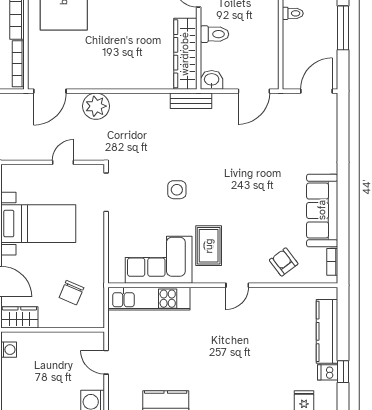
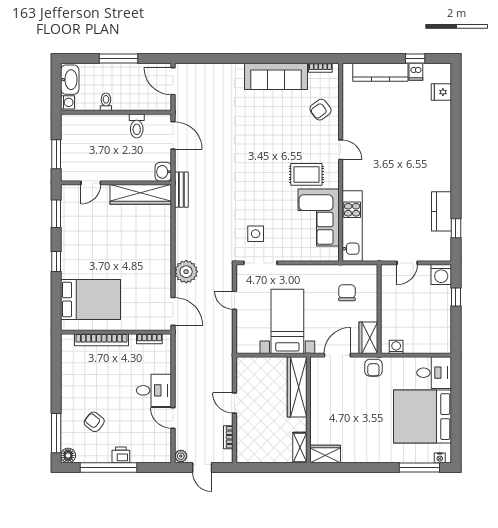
toilet: (215, 34) -> (137, 126), moved, turned 180
bookcase: (18, 64) -> (149, 339), width x0.64
side table: (177, 190) -> (256, 234), moved
chair: (71, 293) -> (347, 293), turned -113

